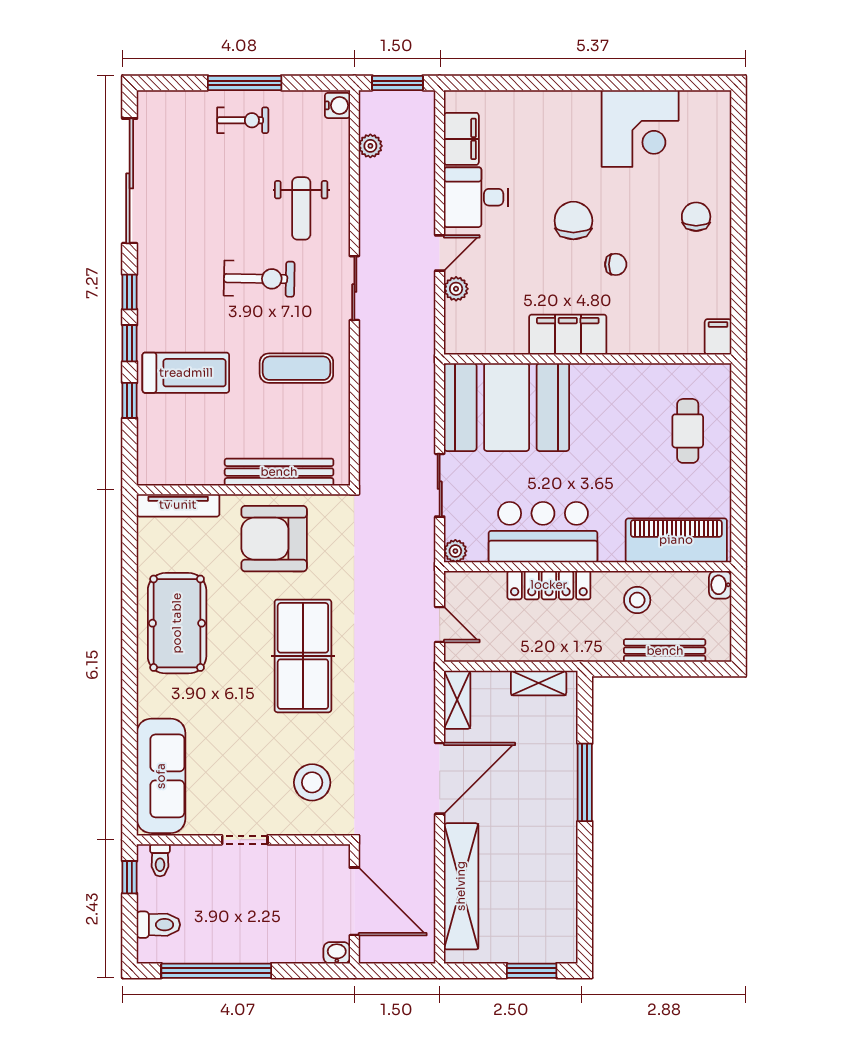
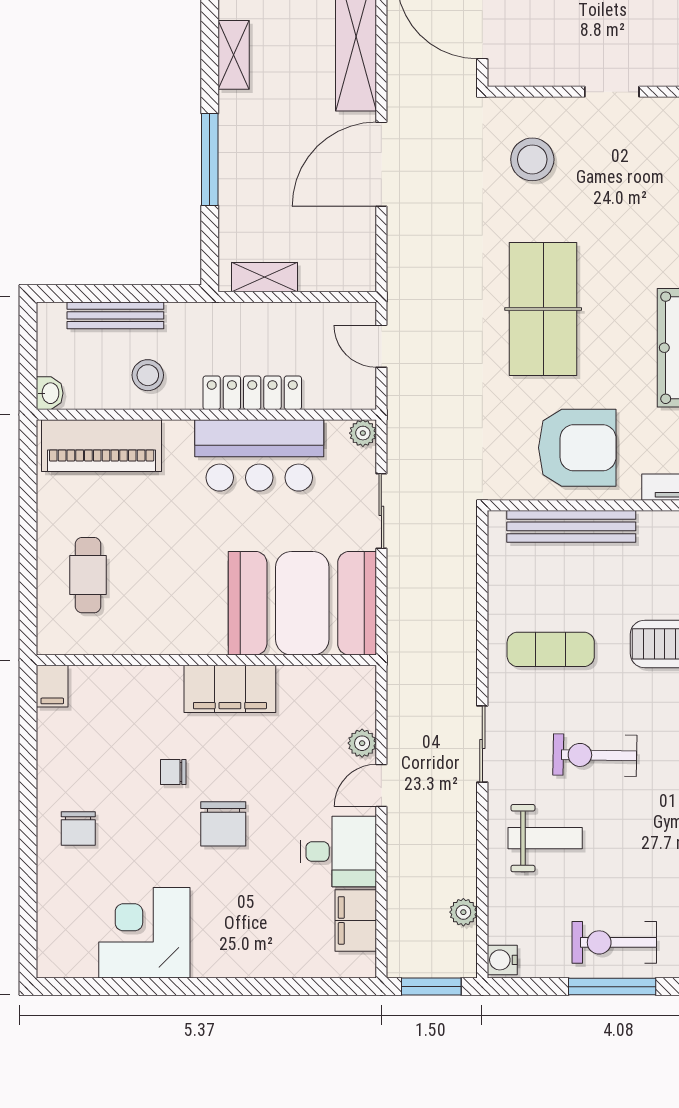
exercise bike: (243, 120) -> (614, 942), width x1.38, depth x1.39
weight bench: (301, 208) -> (545, 838), turned 90
shelving: (457, 700) -> (234, 55), moved

